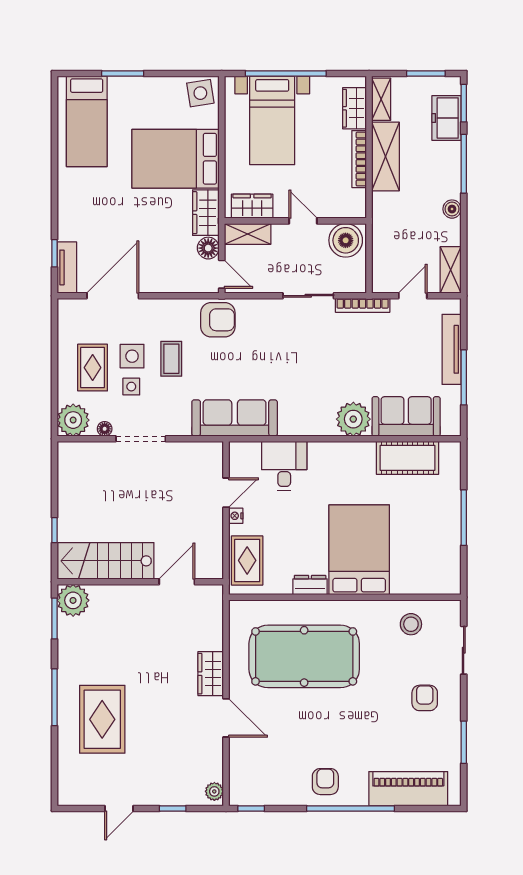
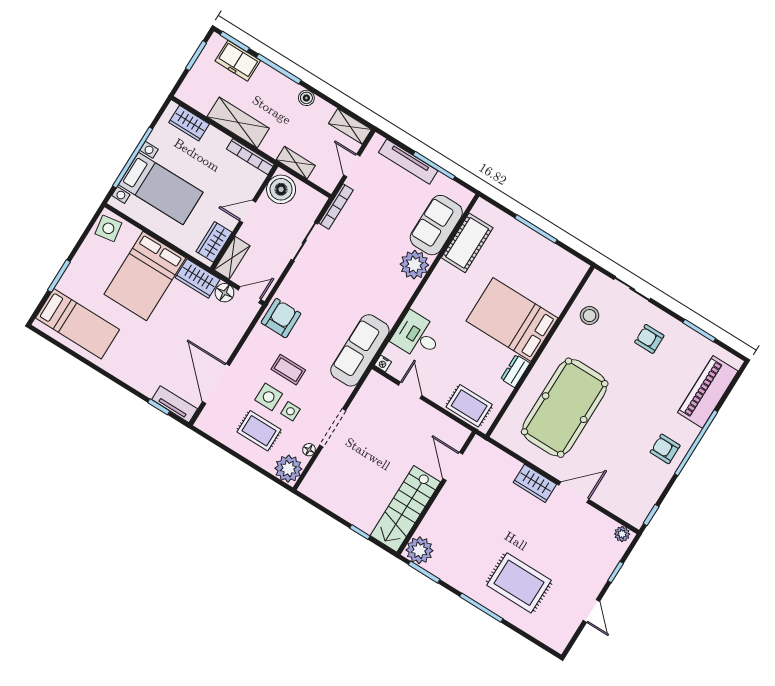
shelving: (381, 99) -> (296, 163), moved
bookcase: (359, 159) -> (250, 157), moved
nightstand: (236, 516) -> (383, 363), moved

